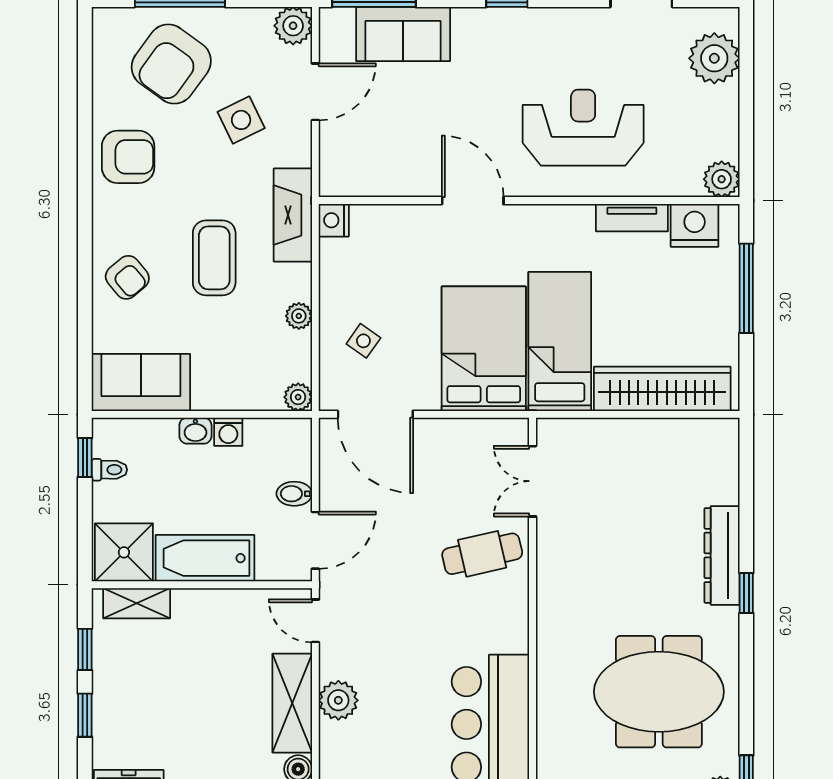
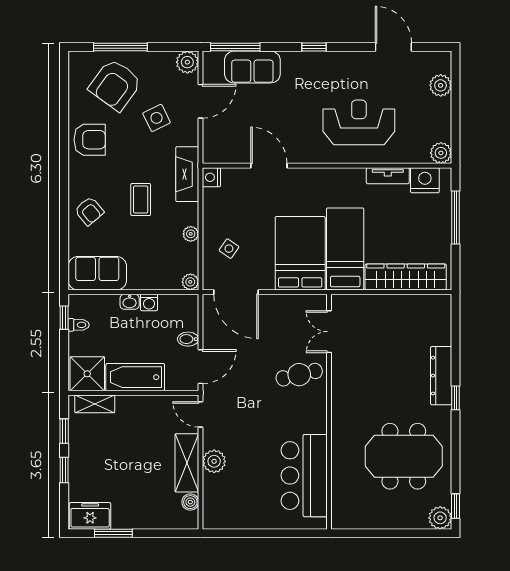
plant: (714, 58) -> (441, 85), width x0.73, depth x0.73
door: (473, 201) -> (269, 166), moved
coffee table: (214, 258) -> (141, 200), width x0.73, depth x0.77

